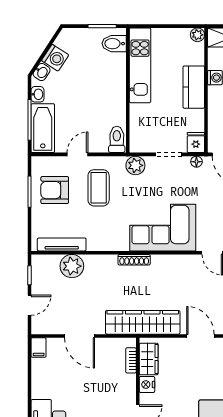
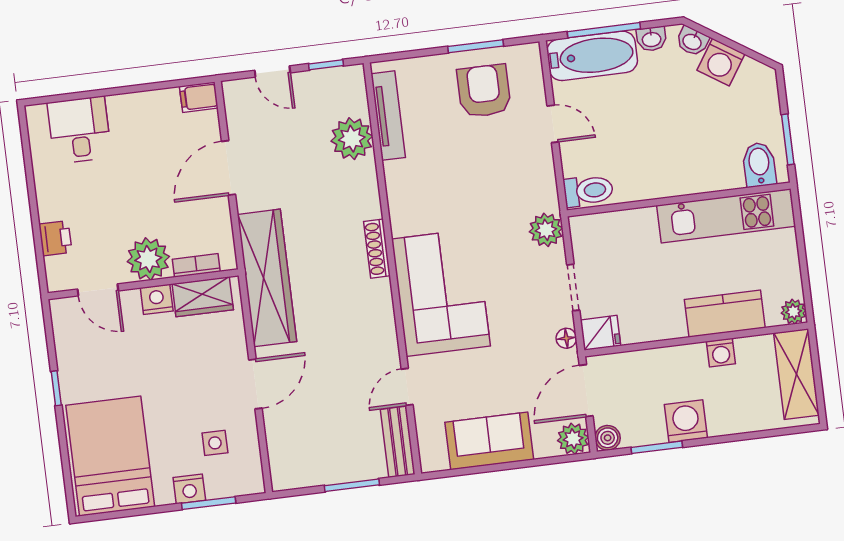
kitchen counter: (194, 87) -> (725, 314), moved
coffee table: (99, 188) -> (498, 169), removed
plant: (124, 386) -> (148, 259), added

